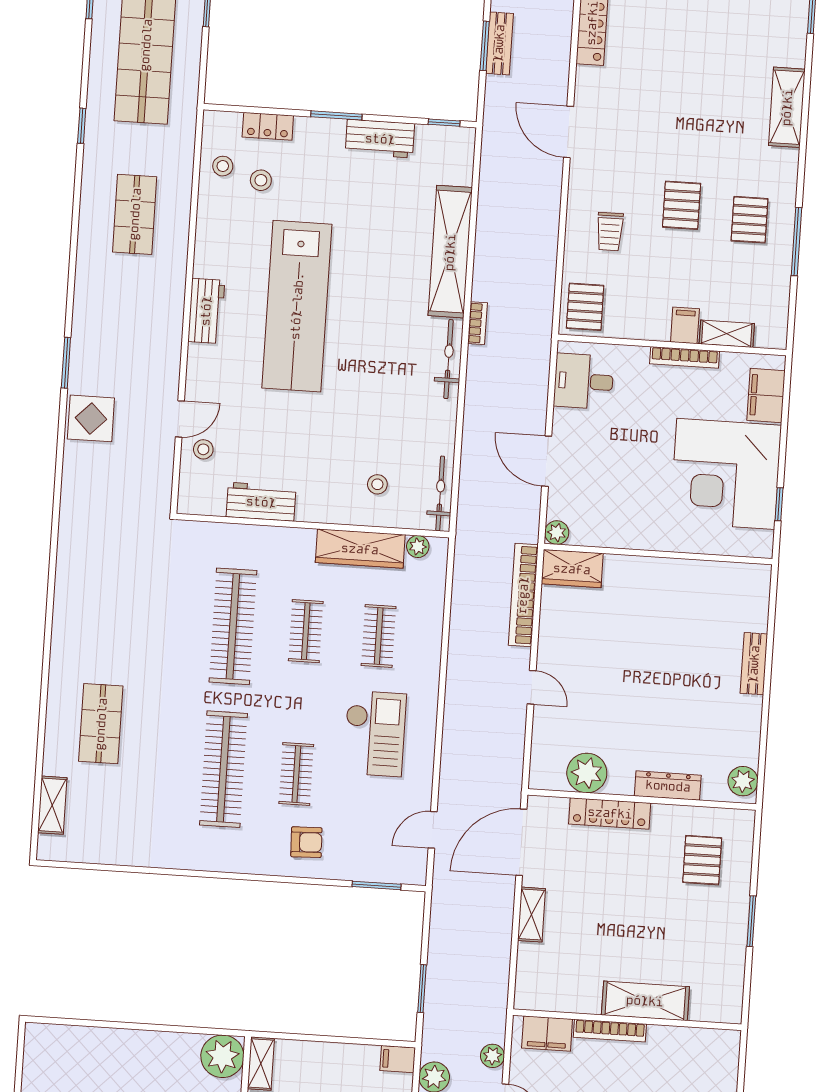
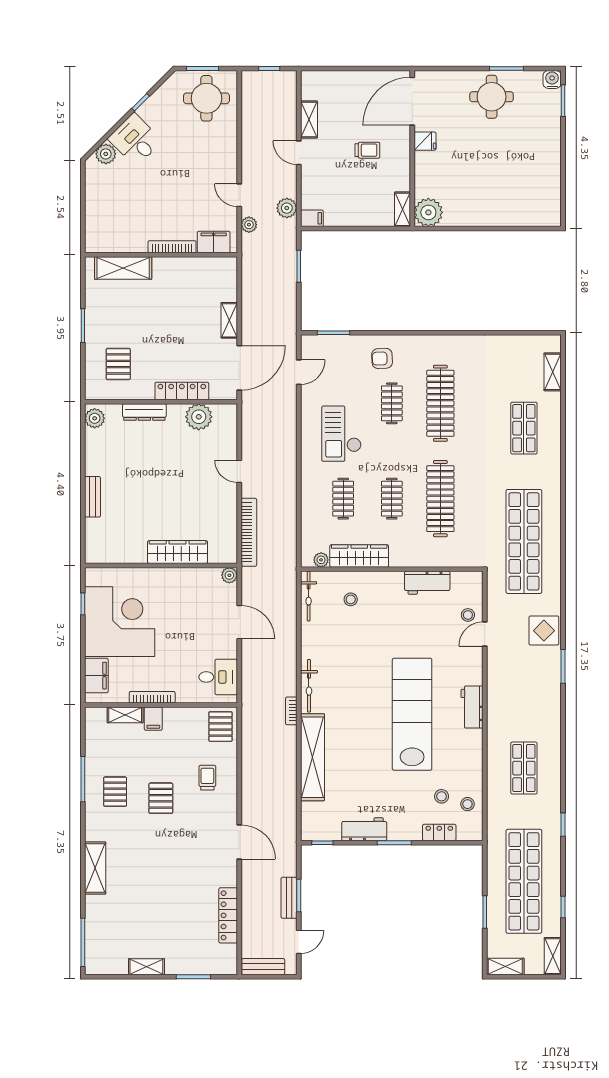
shop shelf: (112, 554) -> (524, 541), added
wardrobe: (572, 569) -> (178, 552), moved, width x1.50
shelving: (645, 1001) -> (123, 268), moved

